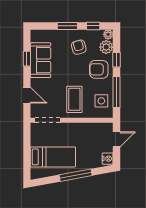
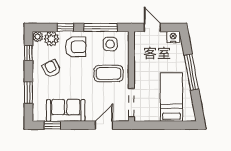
window: (67, 26) -> (28, 93), moved
armchair: (79, 47) -> (51, 69), turned 78
window: (27, 59) -> (52, 125), moved
armchair: (99, 69) -> (76, 47), turned -90

